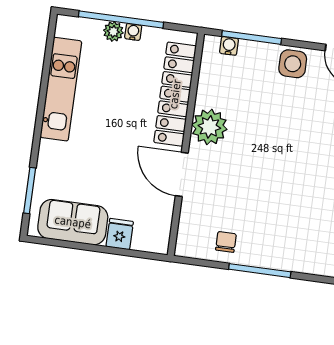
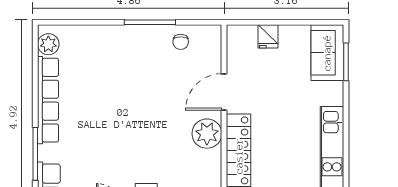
door: (182, 174) -> (224, 92), swing flipped
sofa: (73, 222) -> (327, 53), moved, turned 90

